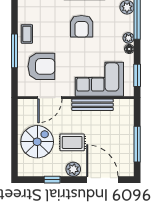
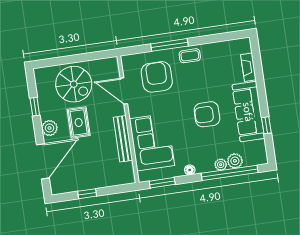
plant: (129, 38) -> (221, 165), moved
armchair: (41, 66) -> (157, 77), turned 180
window: (137, 144) -> (87, 194), width x0.46

